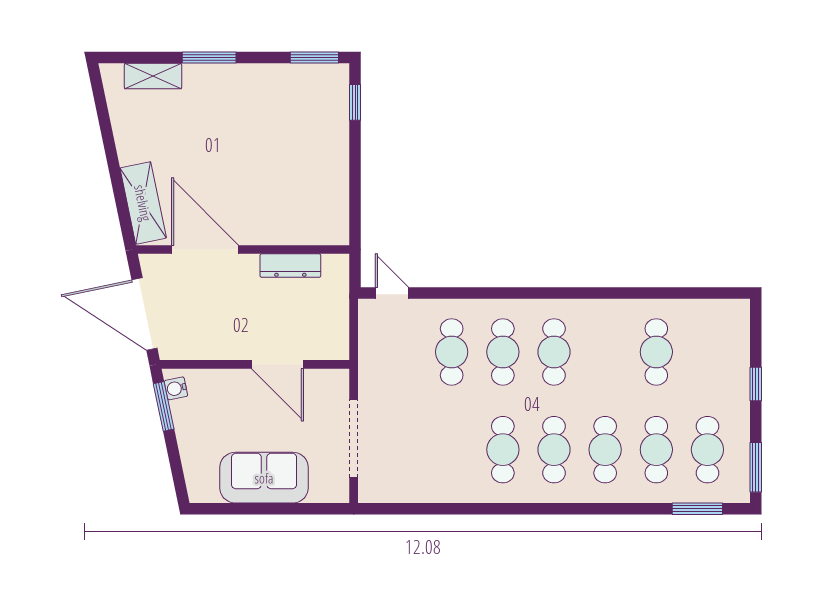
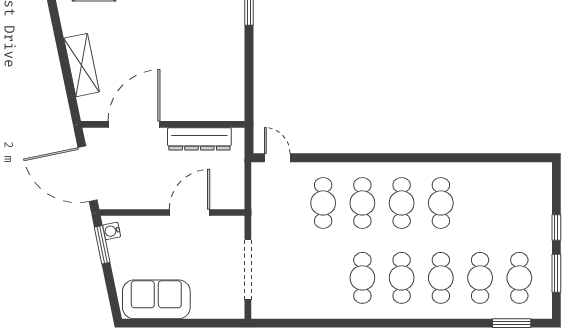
shelving: (143, 203) -> (82, 65), moved
door: (205, 250) -> (134, 124), hinge flipped
dresser: (290, 266) -> (199, 139), width x1.37, depth x1.24
cafe table: (656, 352) -> (441, 203), moved
door: (277, 364) -> (189, 213), swing flipped
window: (756, 467) -> (556, 273), moved
sofa: (264, 478) -> (156, 299), moved

